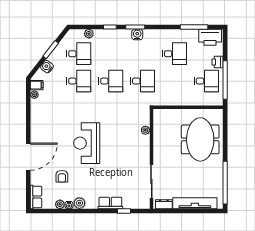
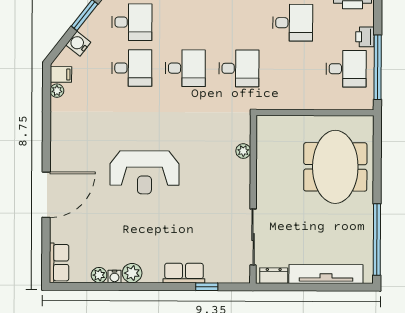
reception desk: (87, 143) -> (144, 172), turned -90
armchair: (62, 176) -> (103, 228), removed

